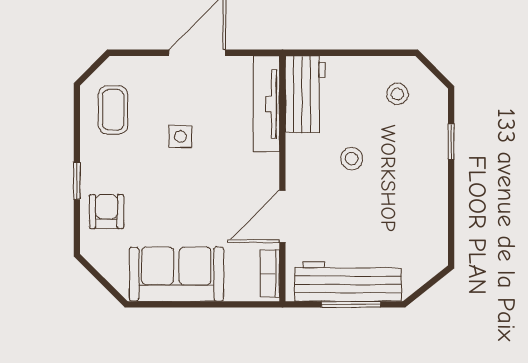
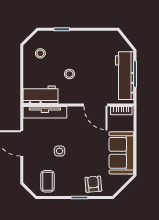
coffee table: (113, 110) -> (47, 181), turned 90
armchair: (106, 212) -> (93, 184), turned 85

